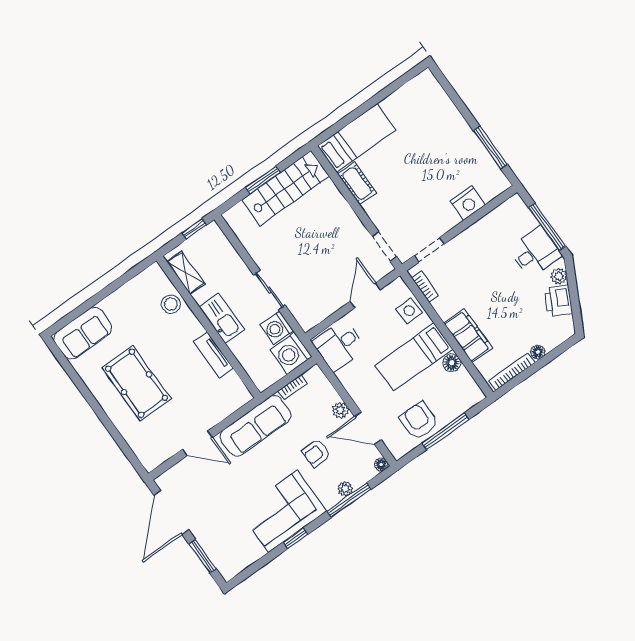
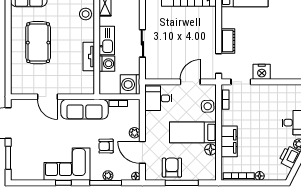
cot: (357, 183) -> (228, 41), moved
nightstand: (468, 203) -> (262, 72), moved
washing machine: (277, 328) -> (107, 64), moved, turned 180

